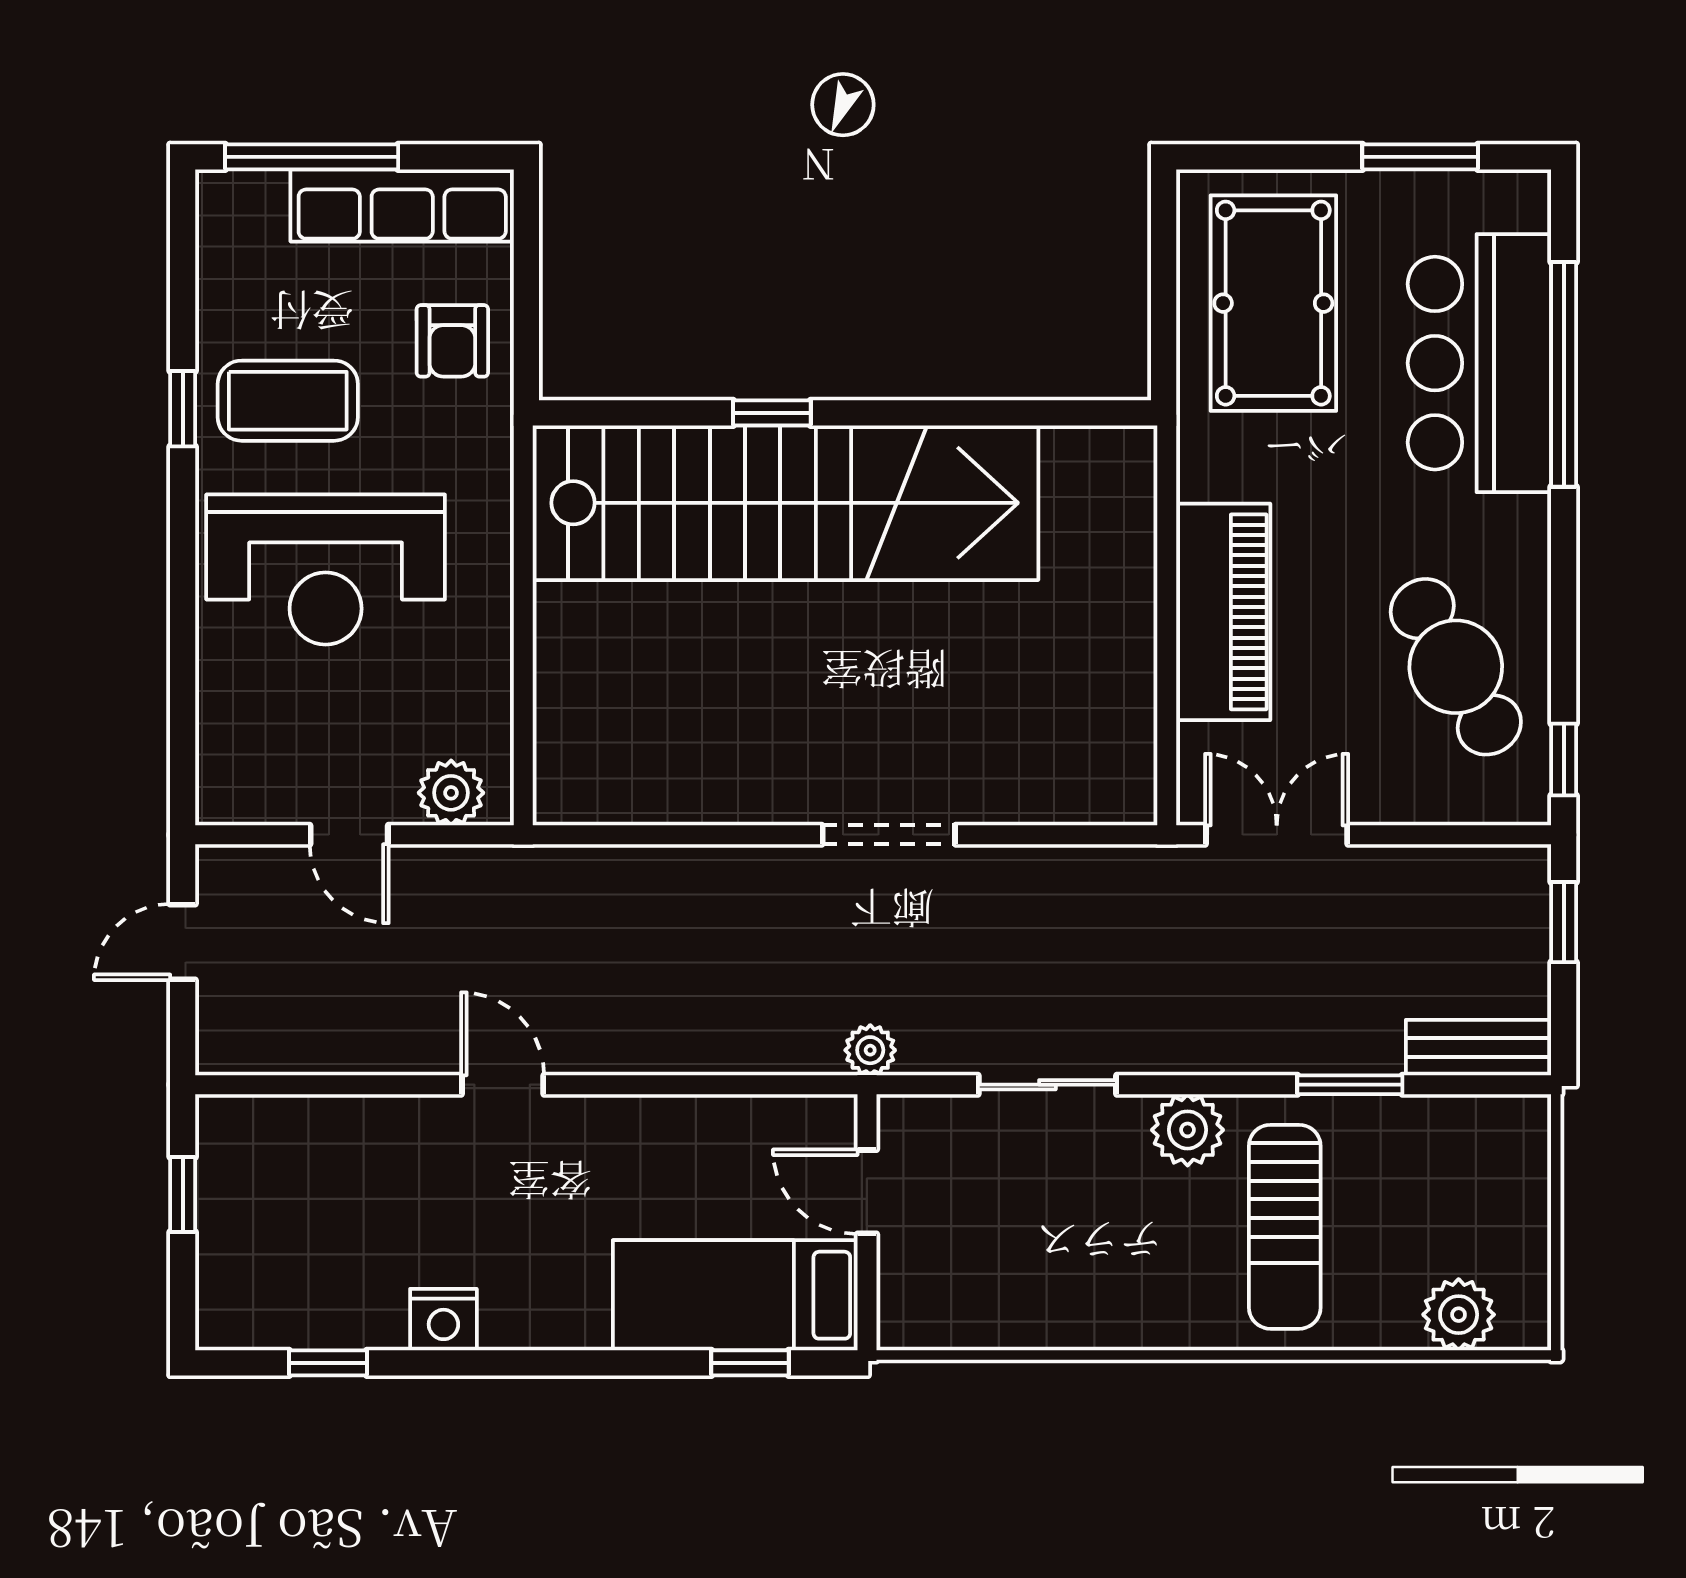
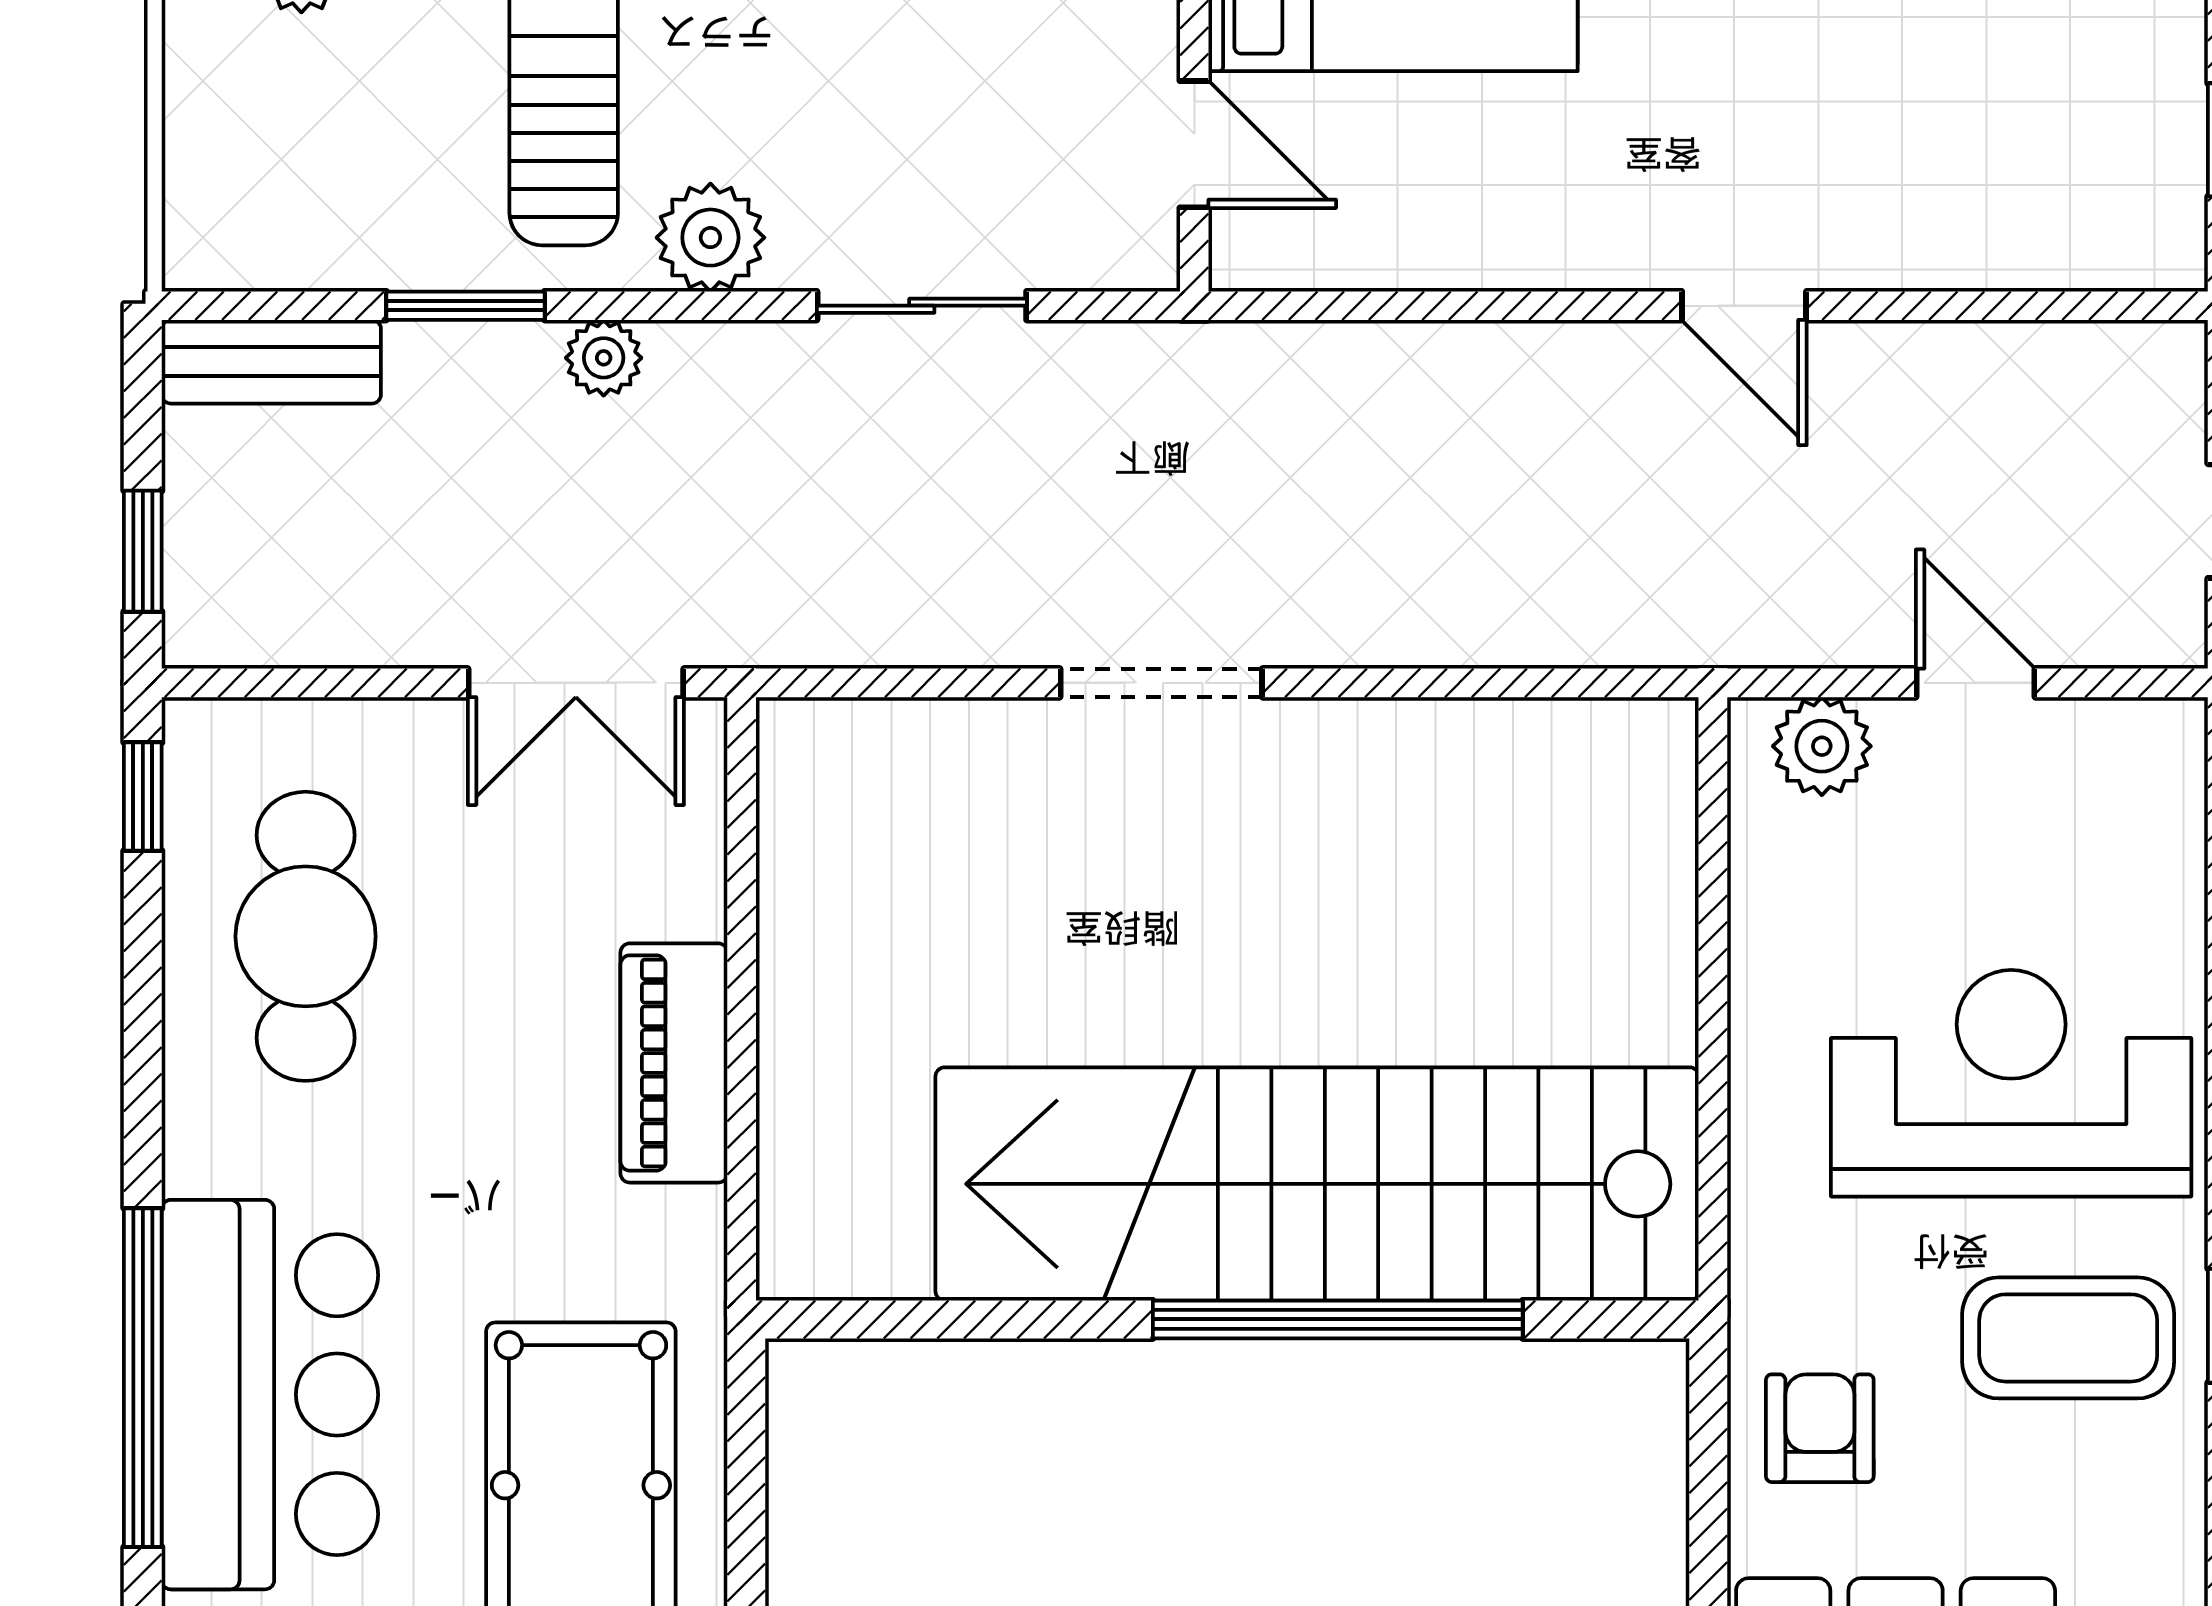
window: (772, 413) -> (1338, 1319), width x3.17
piano: (1223, 612) -> (674, 1063), width x0.73, depth x0.75
cafe table: (1456, 667) -> (306, 936), turned 30
plant: (870, 1050) -> (604, 358), moved

